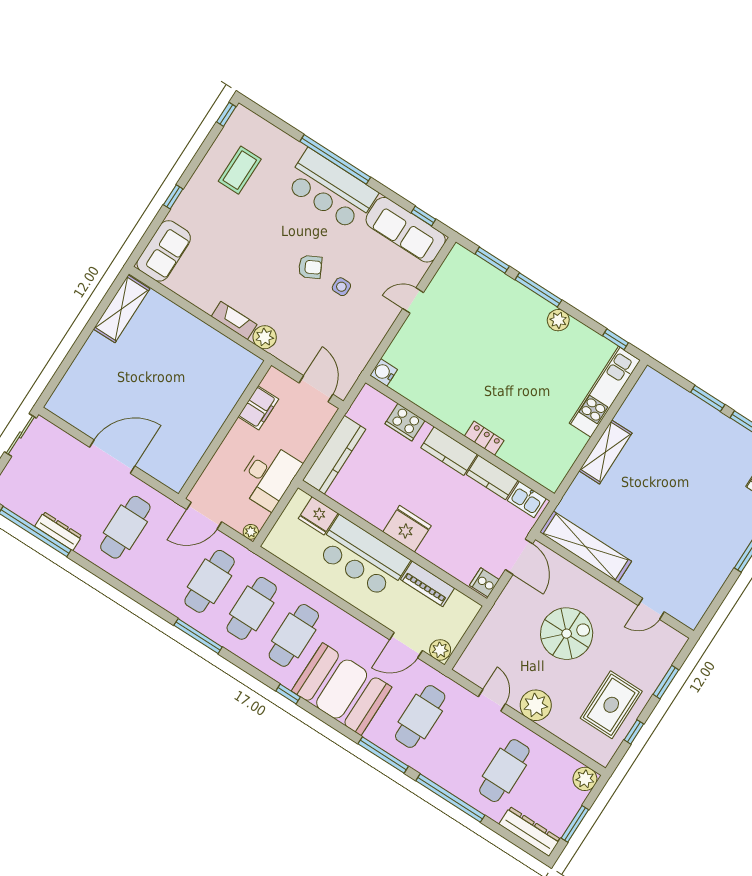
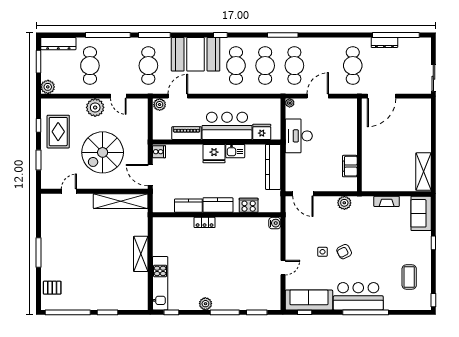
fireplace: (234, 320) -> (387, 201), moved
filing cabinet: (258, 408) -> (350, 166), moved
wall: (225, 430) -> (359, 145), moved
kitchen sink: (527, 499) -> (235, 151), moved, turned 180
spiral stairs: (567, 634) -> (103, 152), width x1.37, depth x1.37

